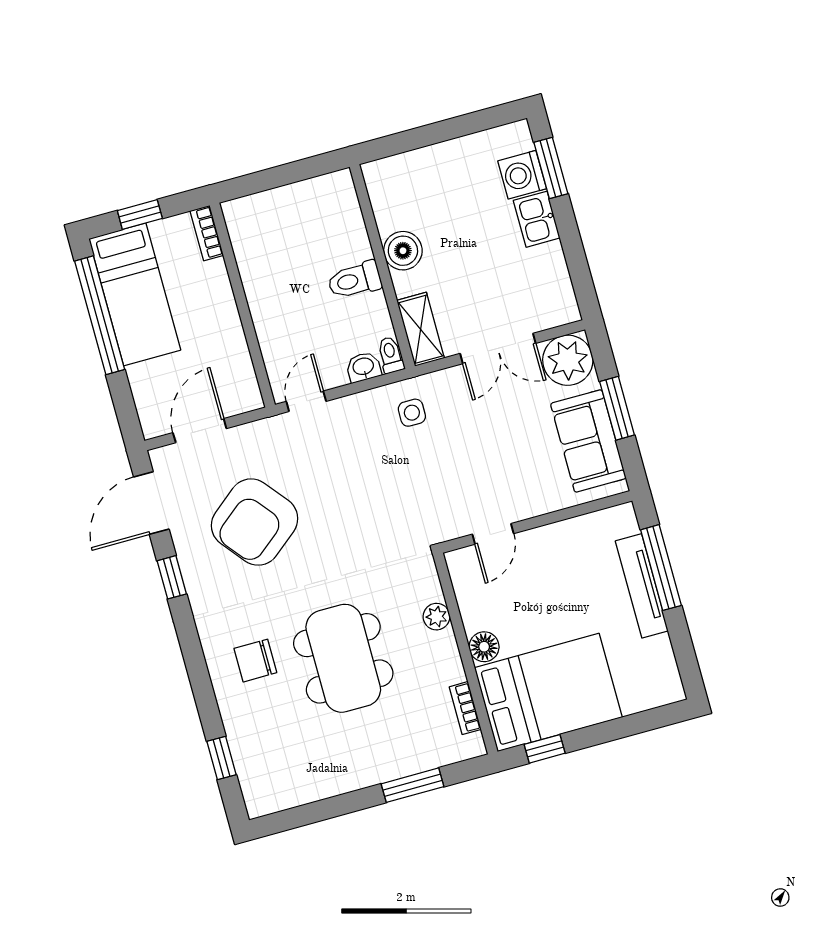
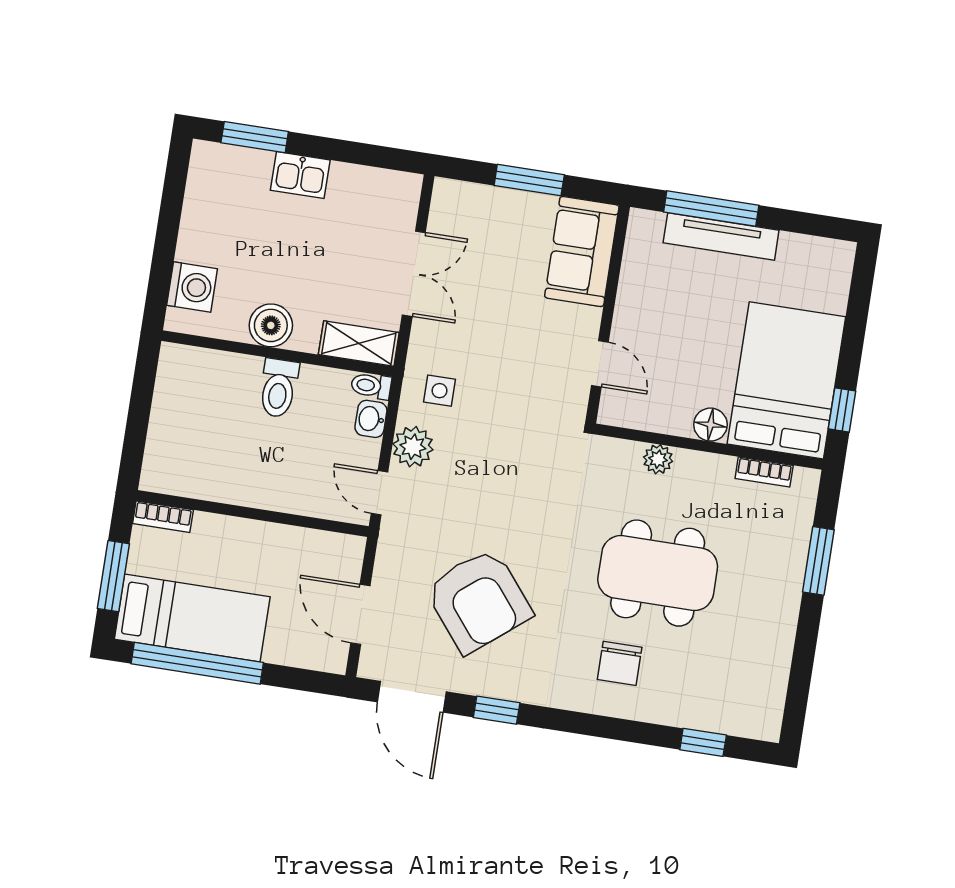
washing machine: (522, 175) -> (192, 287), moved, turned -90
window: (140, 215) -> (113, 576), width x1.50
plant: (568, 360) -> (413, 447), moved, width x0.73, depth x0.73
sofa: (588, 441) -> (582, 251), moved, turned 90

